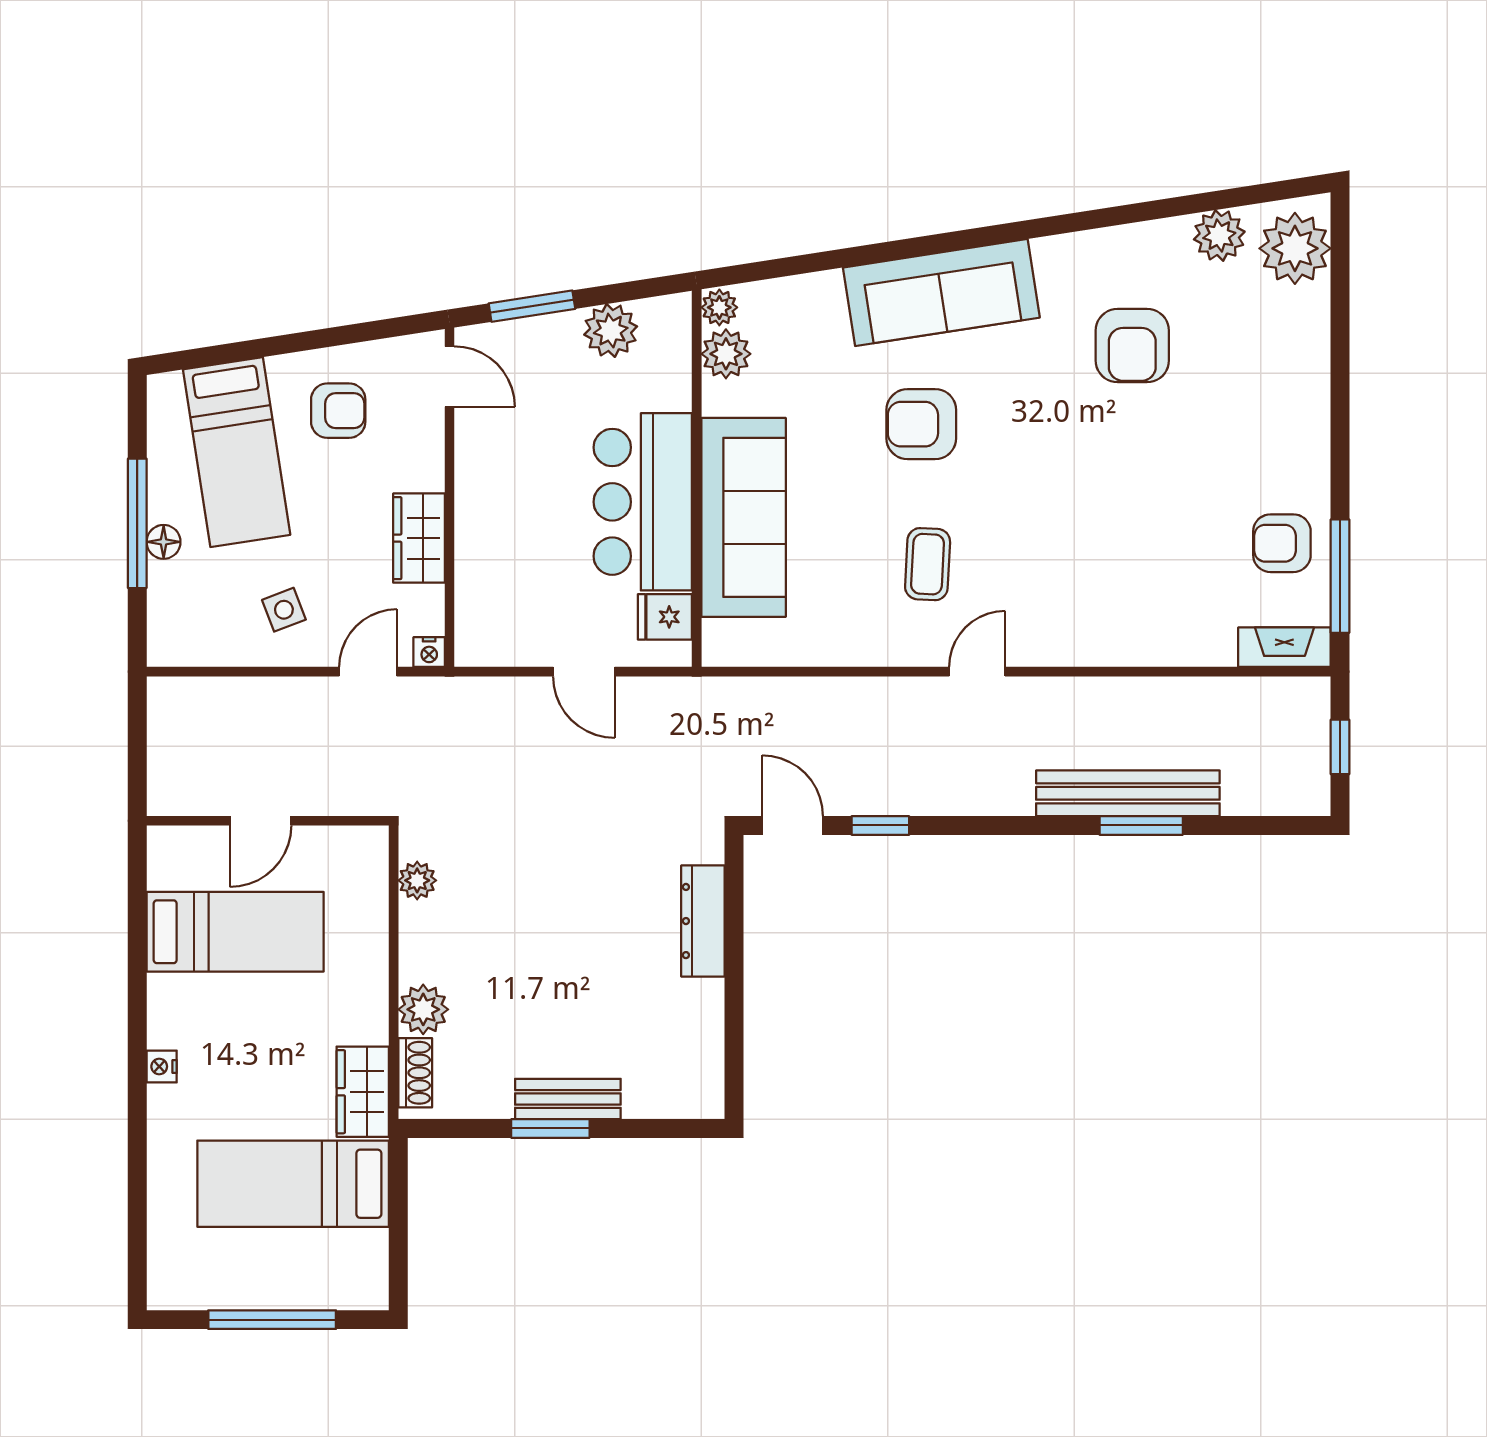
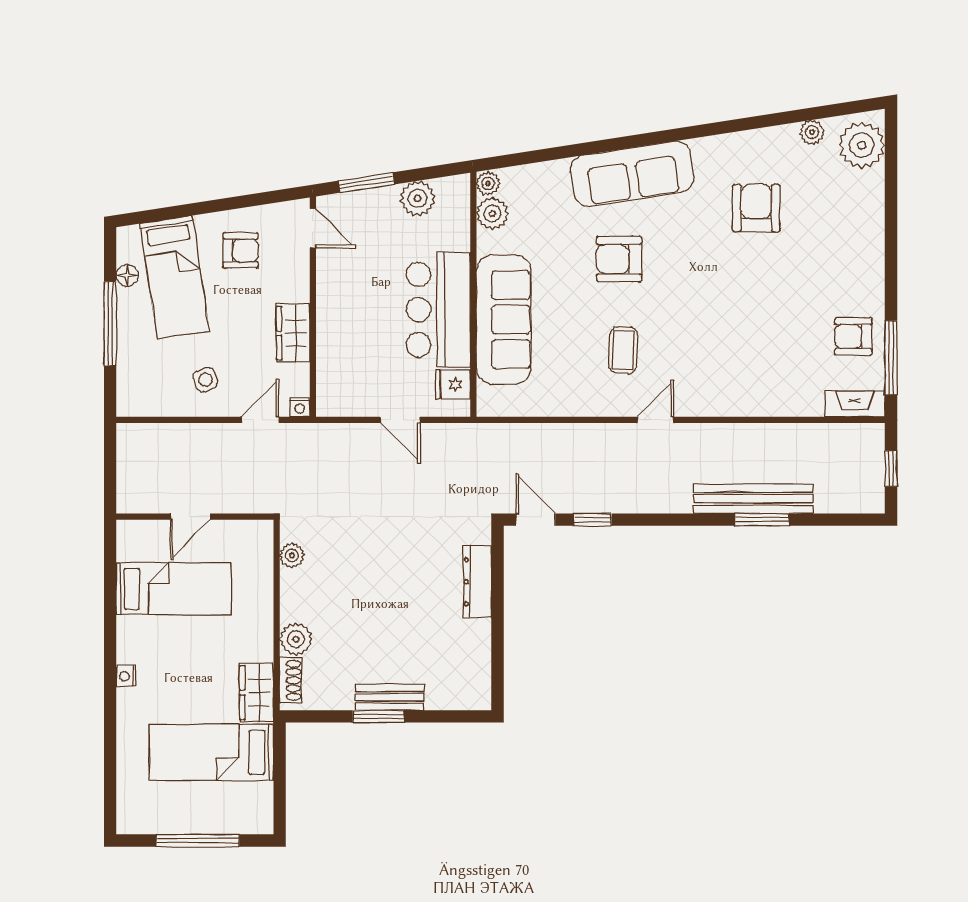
plant: (1219, 235) -> (812, 132), width x0.73, depth x0.73
armchair: (1132, 346) -> (756, 208), turned 180
floor lamp: (164, 542) -> (127, 276), moved

